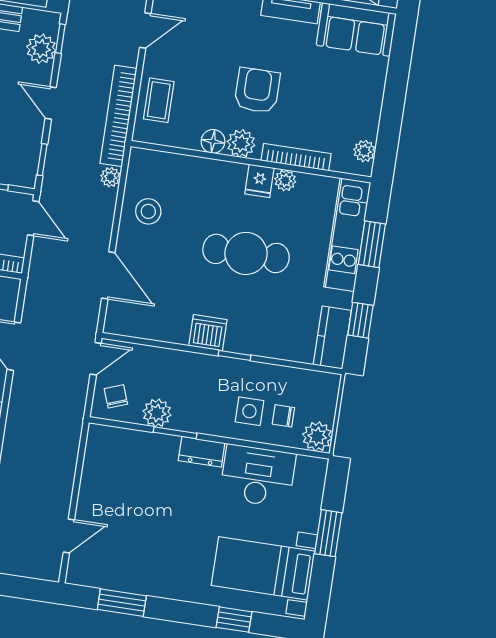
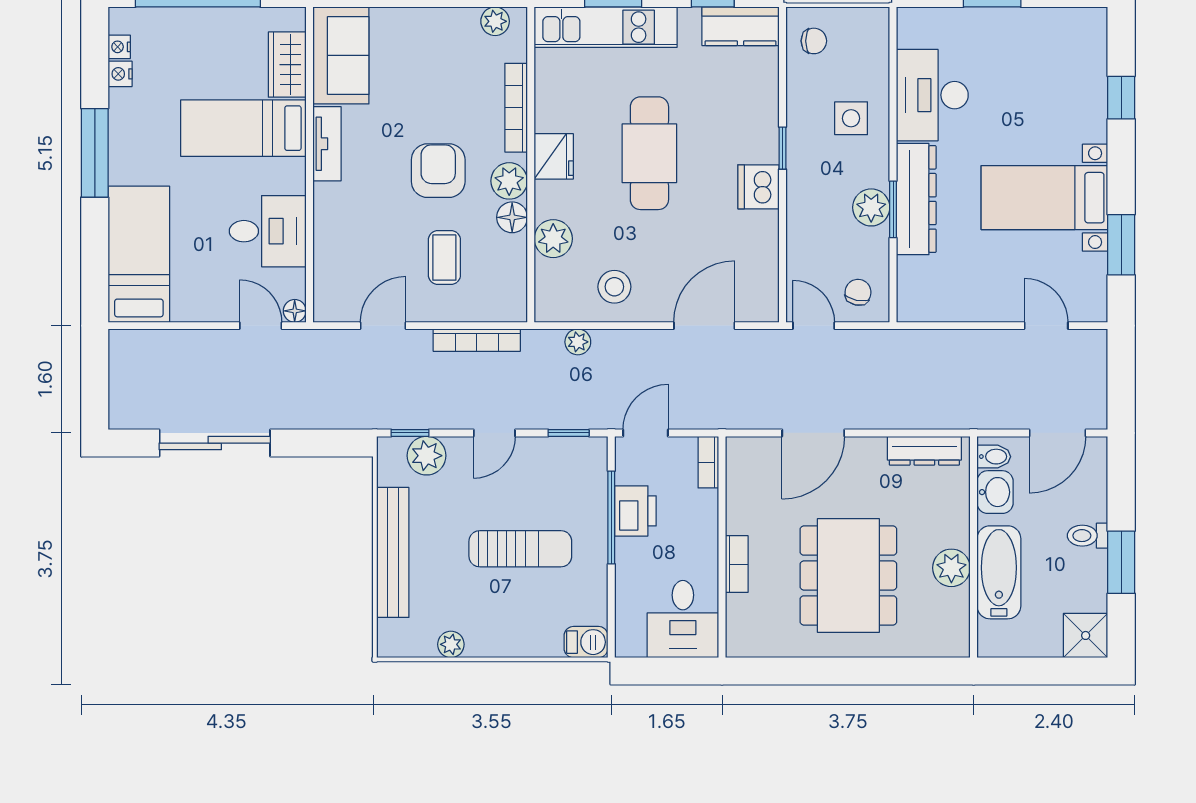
door: (145, 31) -> (383, 326), hinge flipped
armchair: (257, 90) -> (438, 171), turned 90
coffee table: (159, 100) -> (444, 258), moved, turned 90
bookcase: (118, 116) -> (477, 340), width x0.68, depth x0.76
plant: (285, 180) -> (553, 239), moved, width x1.38, depth x1.38
fridge: (259, 181) -> (554, 156), width x1.38
chair: (116, 396) -> (858, 292), turned 122
plant: (157, 413) -> (871, 207), moved
chair: (283, 416) -> (814, 41), moved, turned -90
plant: (317, 436) -> (870, 26), removed
dresser: (202, 452) -> (916, 199), width x1.96, depth x1.24
bed with nightstands: (263, 568) -> (1044, 198), moved, turned 90

